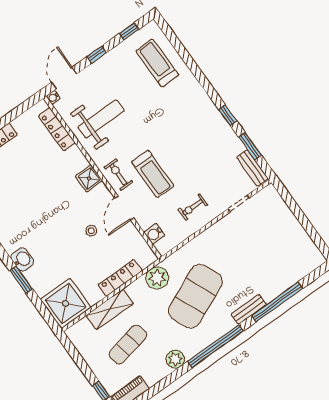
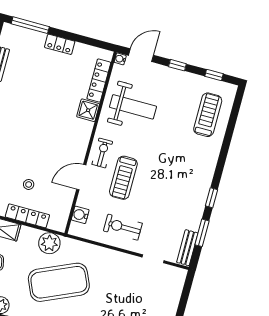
shower: (89, 178) -> (88, 110), moved
exercise bike: (193, 207) -> (123, 227), width x1.38, depth x1.39
stool: (91, 231) -> (29, 184), moved

